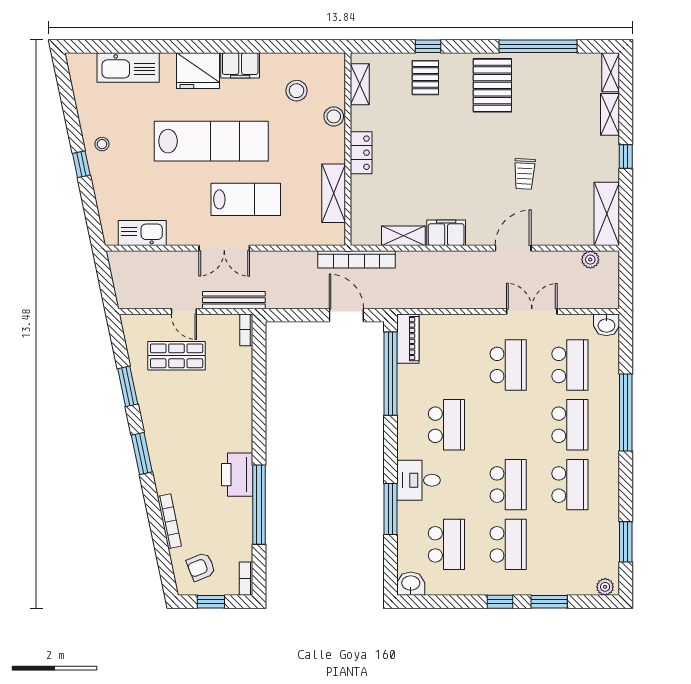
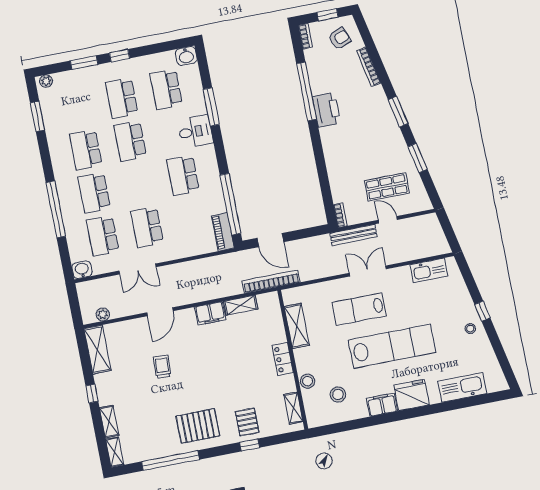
pallet: (492, 85) -> (198, 426), turned 90
lab bench: (211, 141) -> (392, 346), turned 180

